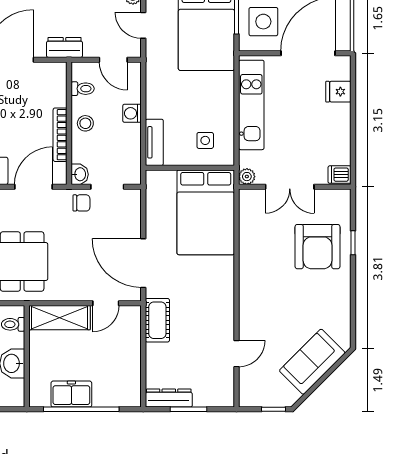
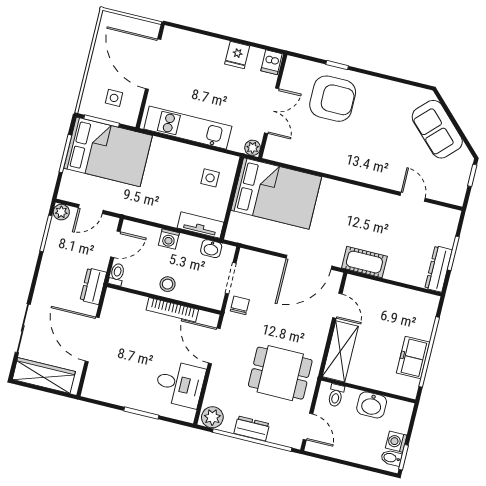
side table: (263, 22) -> (114, 98), width x0.54, depth x0.54
toilet: (83, 89) -> (117, 274), moved
fridge: (338, 92) -> (237, 55), moved
washbasin: (80, 174) -> (211, 249), moved, turned 180

